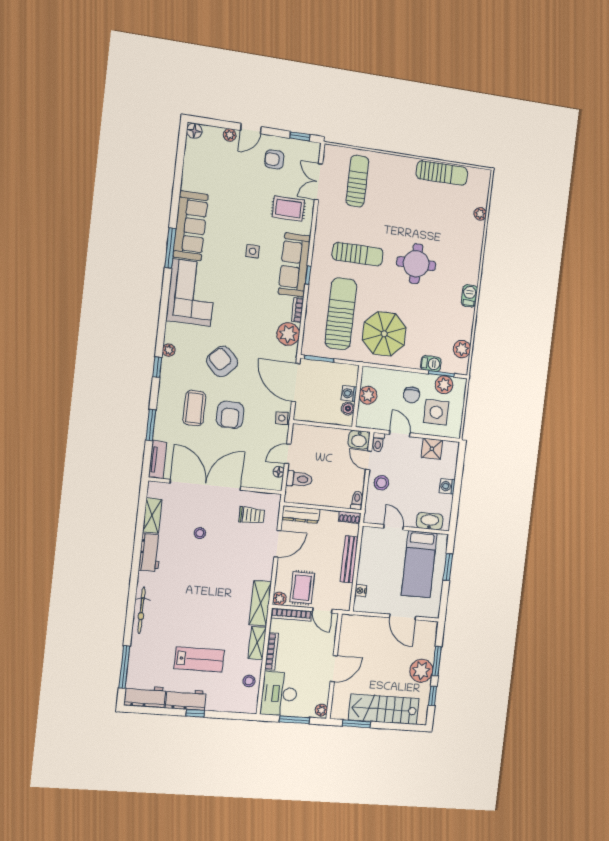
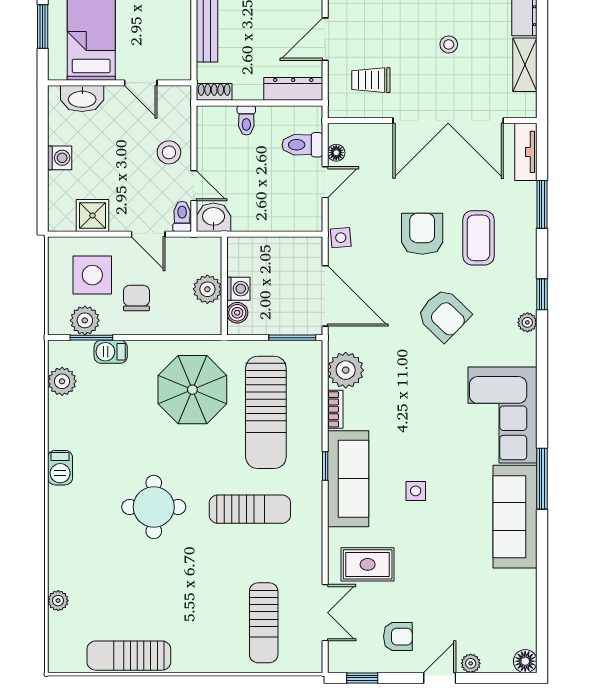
sun lounger: (358, 254) -> (250, 509), turned 180
boiler: (348, 409) -> (237, 313), moved
toilet: (357, 500) -> (246, 120), moved

